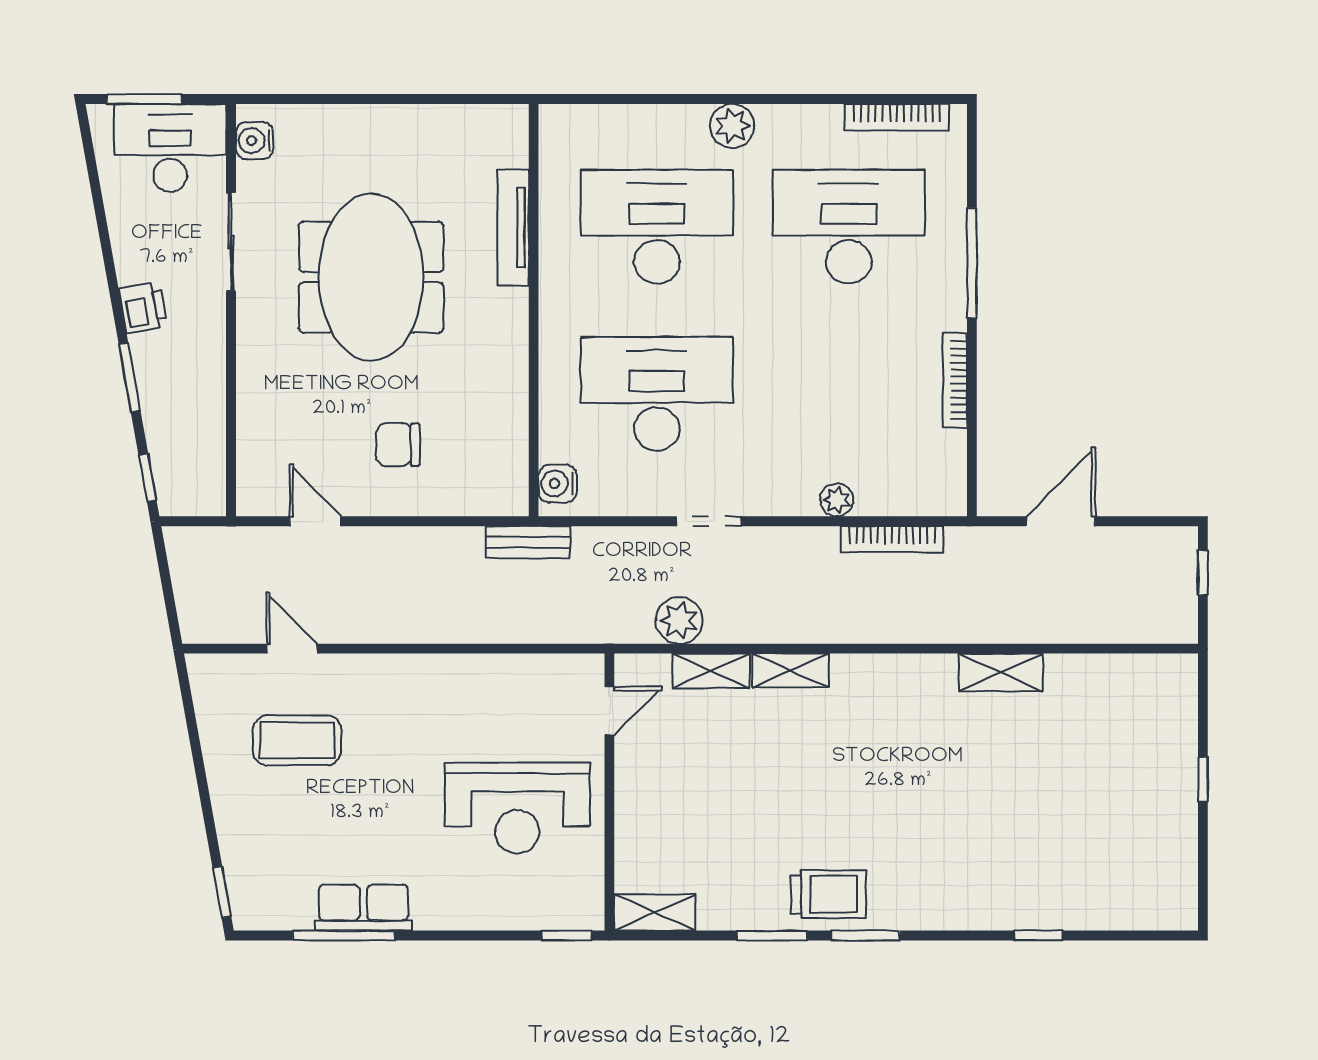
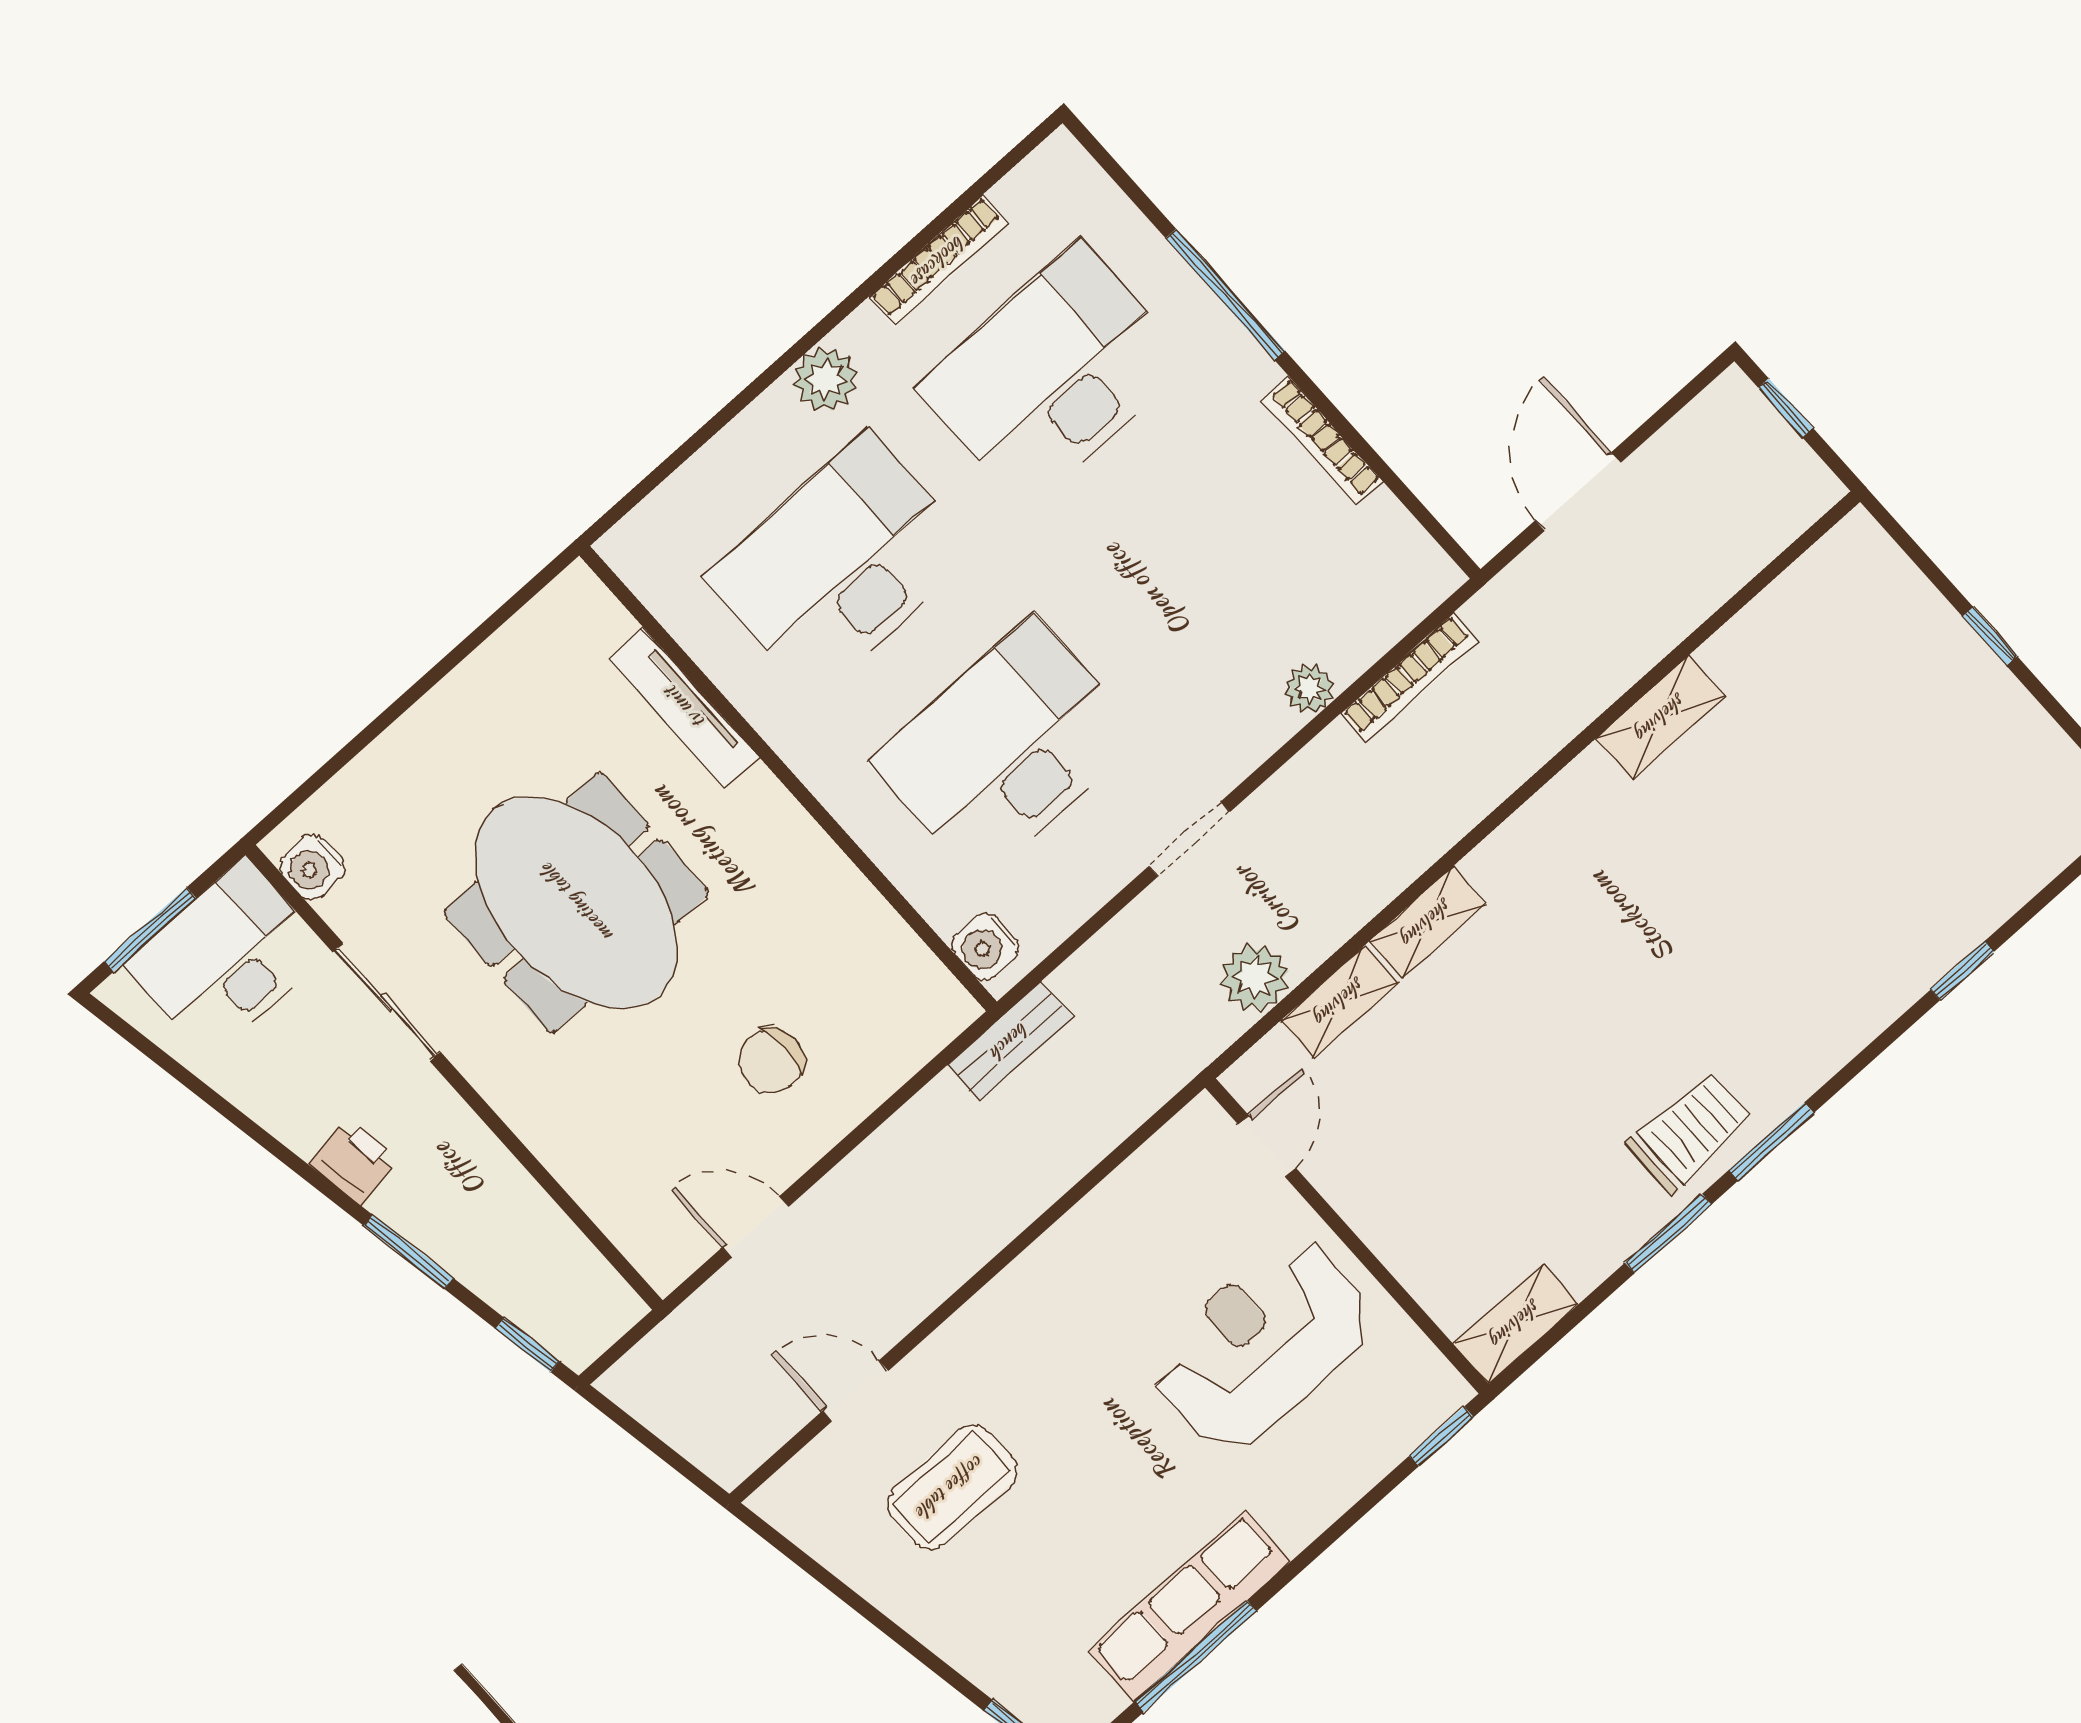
bookcase: (897, 117) -> (939, 261), moved
reception desk: (517, 808) -> (1261, 1344), turned 180
row of seats: (363, 908) -> (1190, 1606), width x1.48

